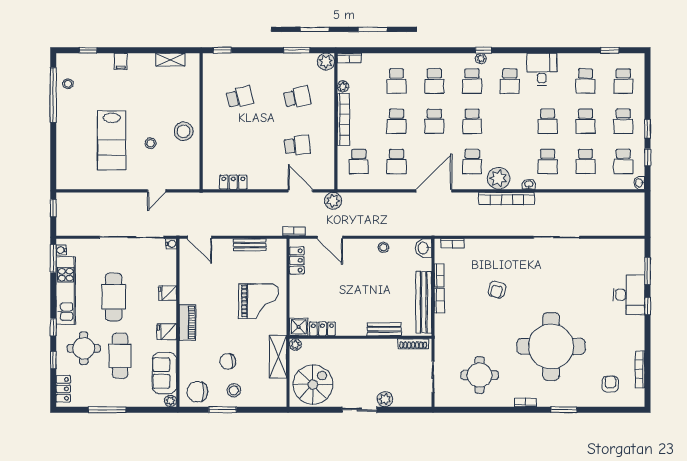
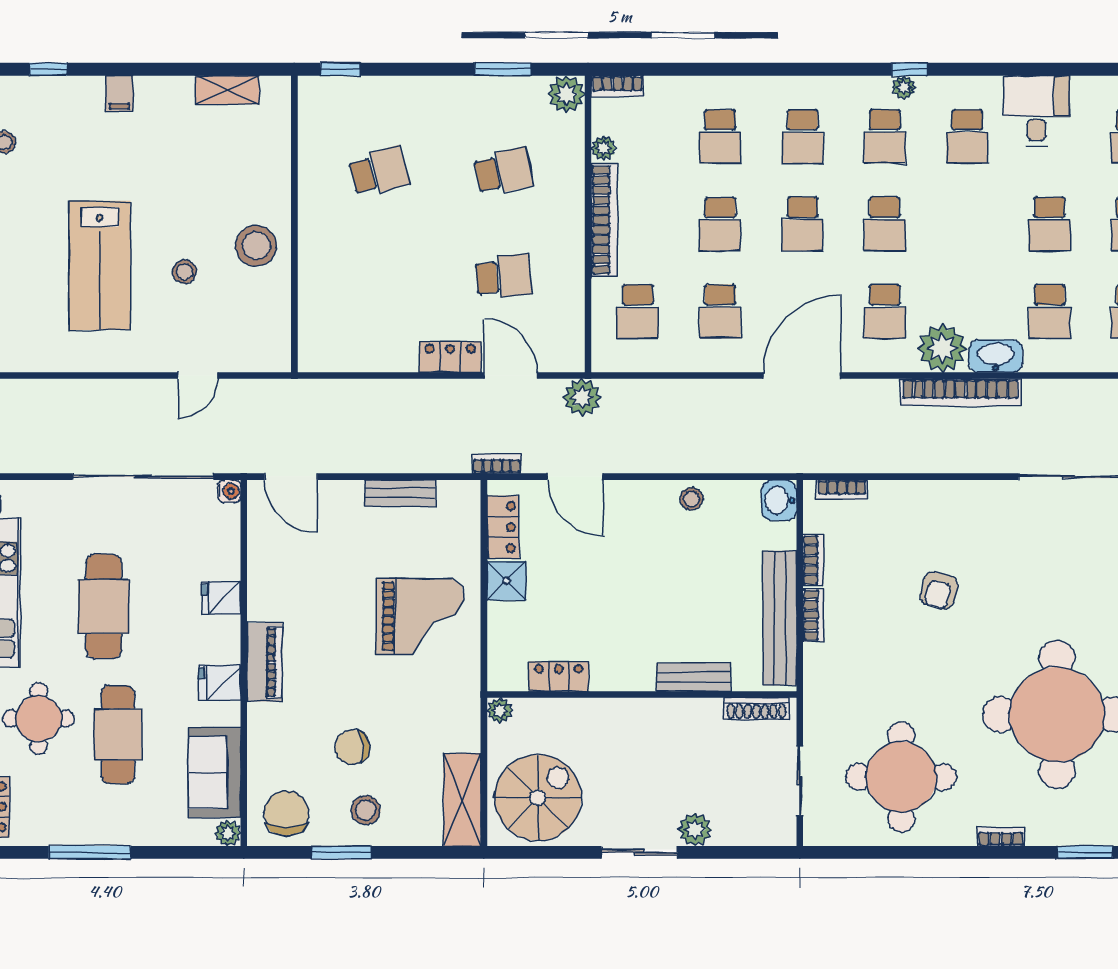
locker: (233, 182) -> (450, 357), moved
washbasin: (529, 184) -> (996, 356), width x1.91, depth x1.45
shower: (299, 327) -> (507, 581), moved
shelving: (278, 357) -> (462, 800), moved
round table: (480, 375) -> (901, 777), width x1.36, depth x1.36
chair: (197, 392) -> (286, 813), turned 90

